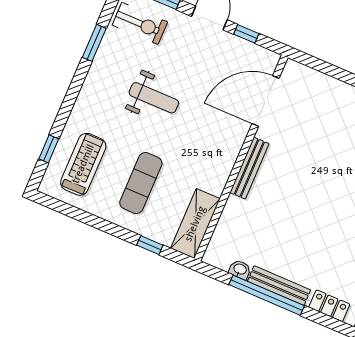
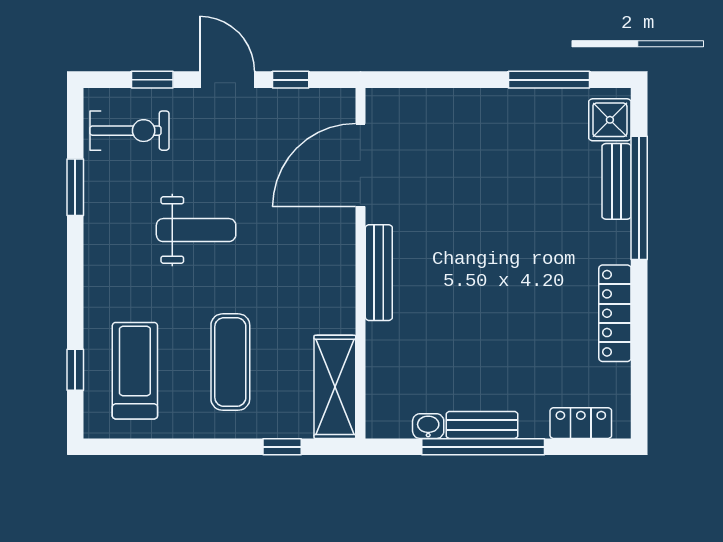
bench: (279, 286) -> (482, 425), width x0.73

